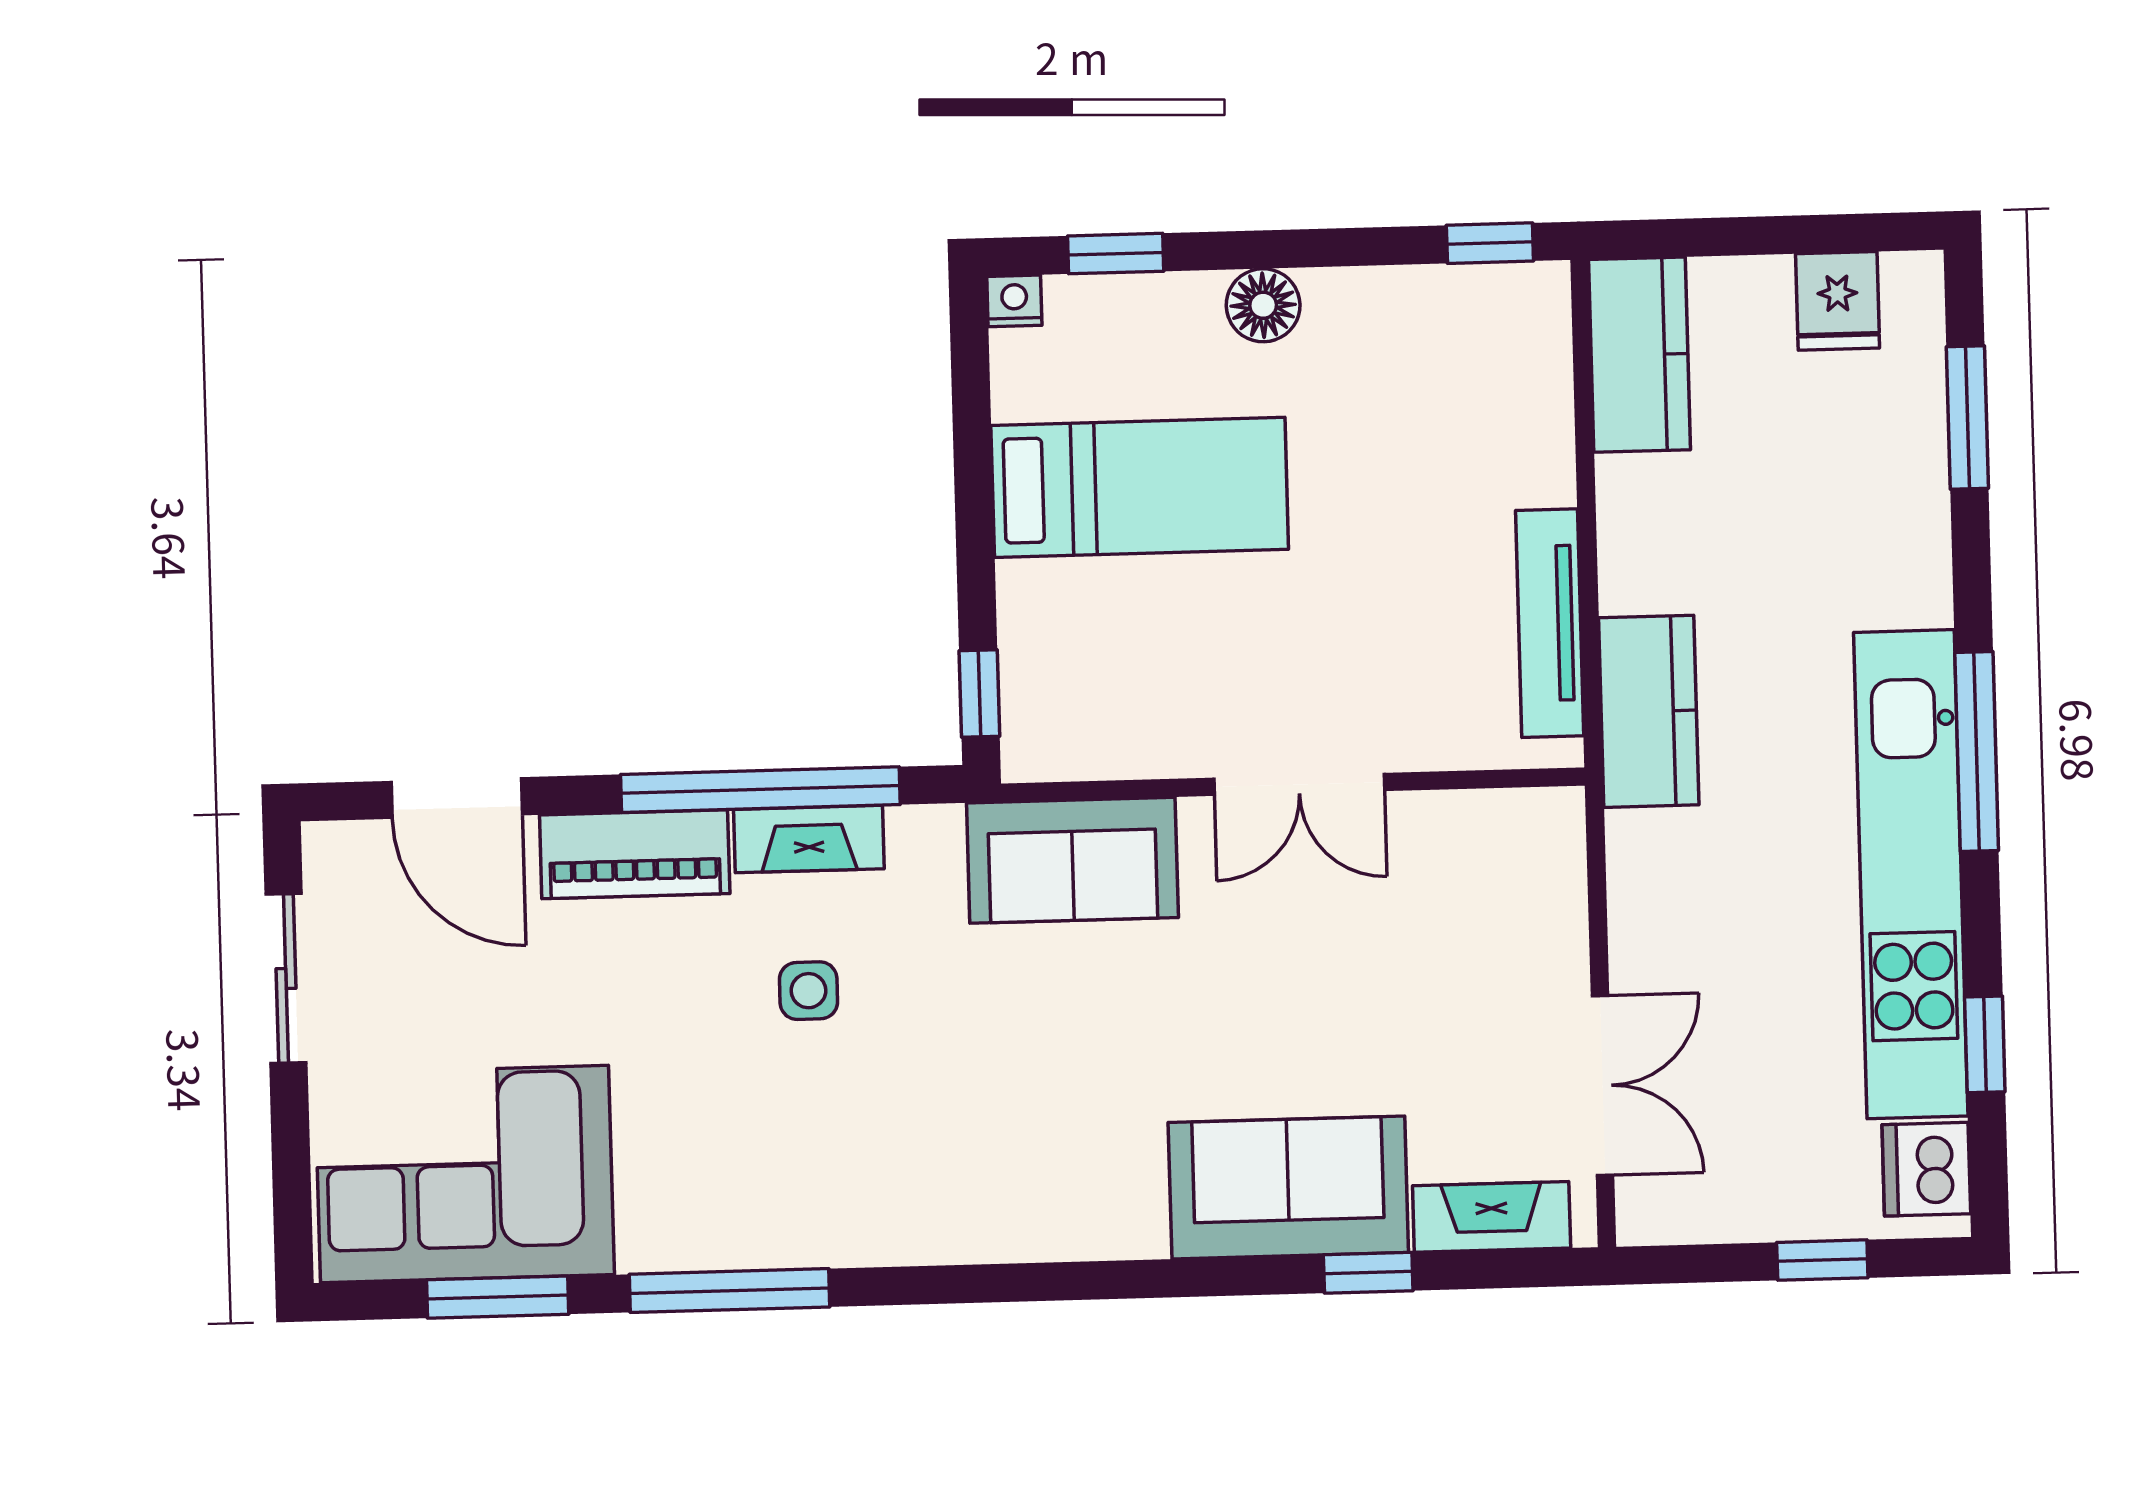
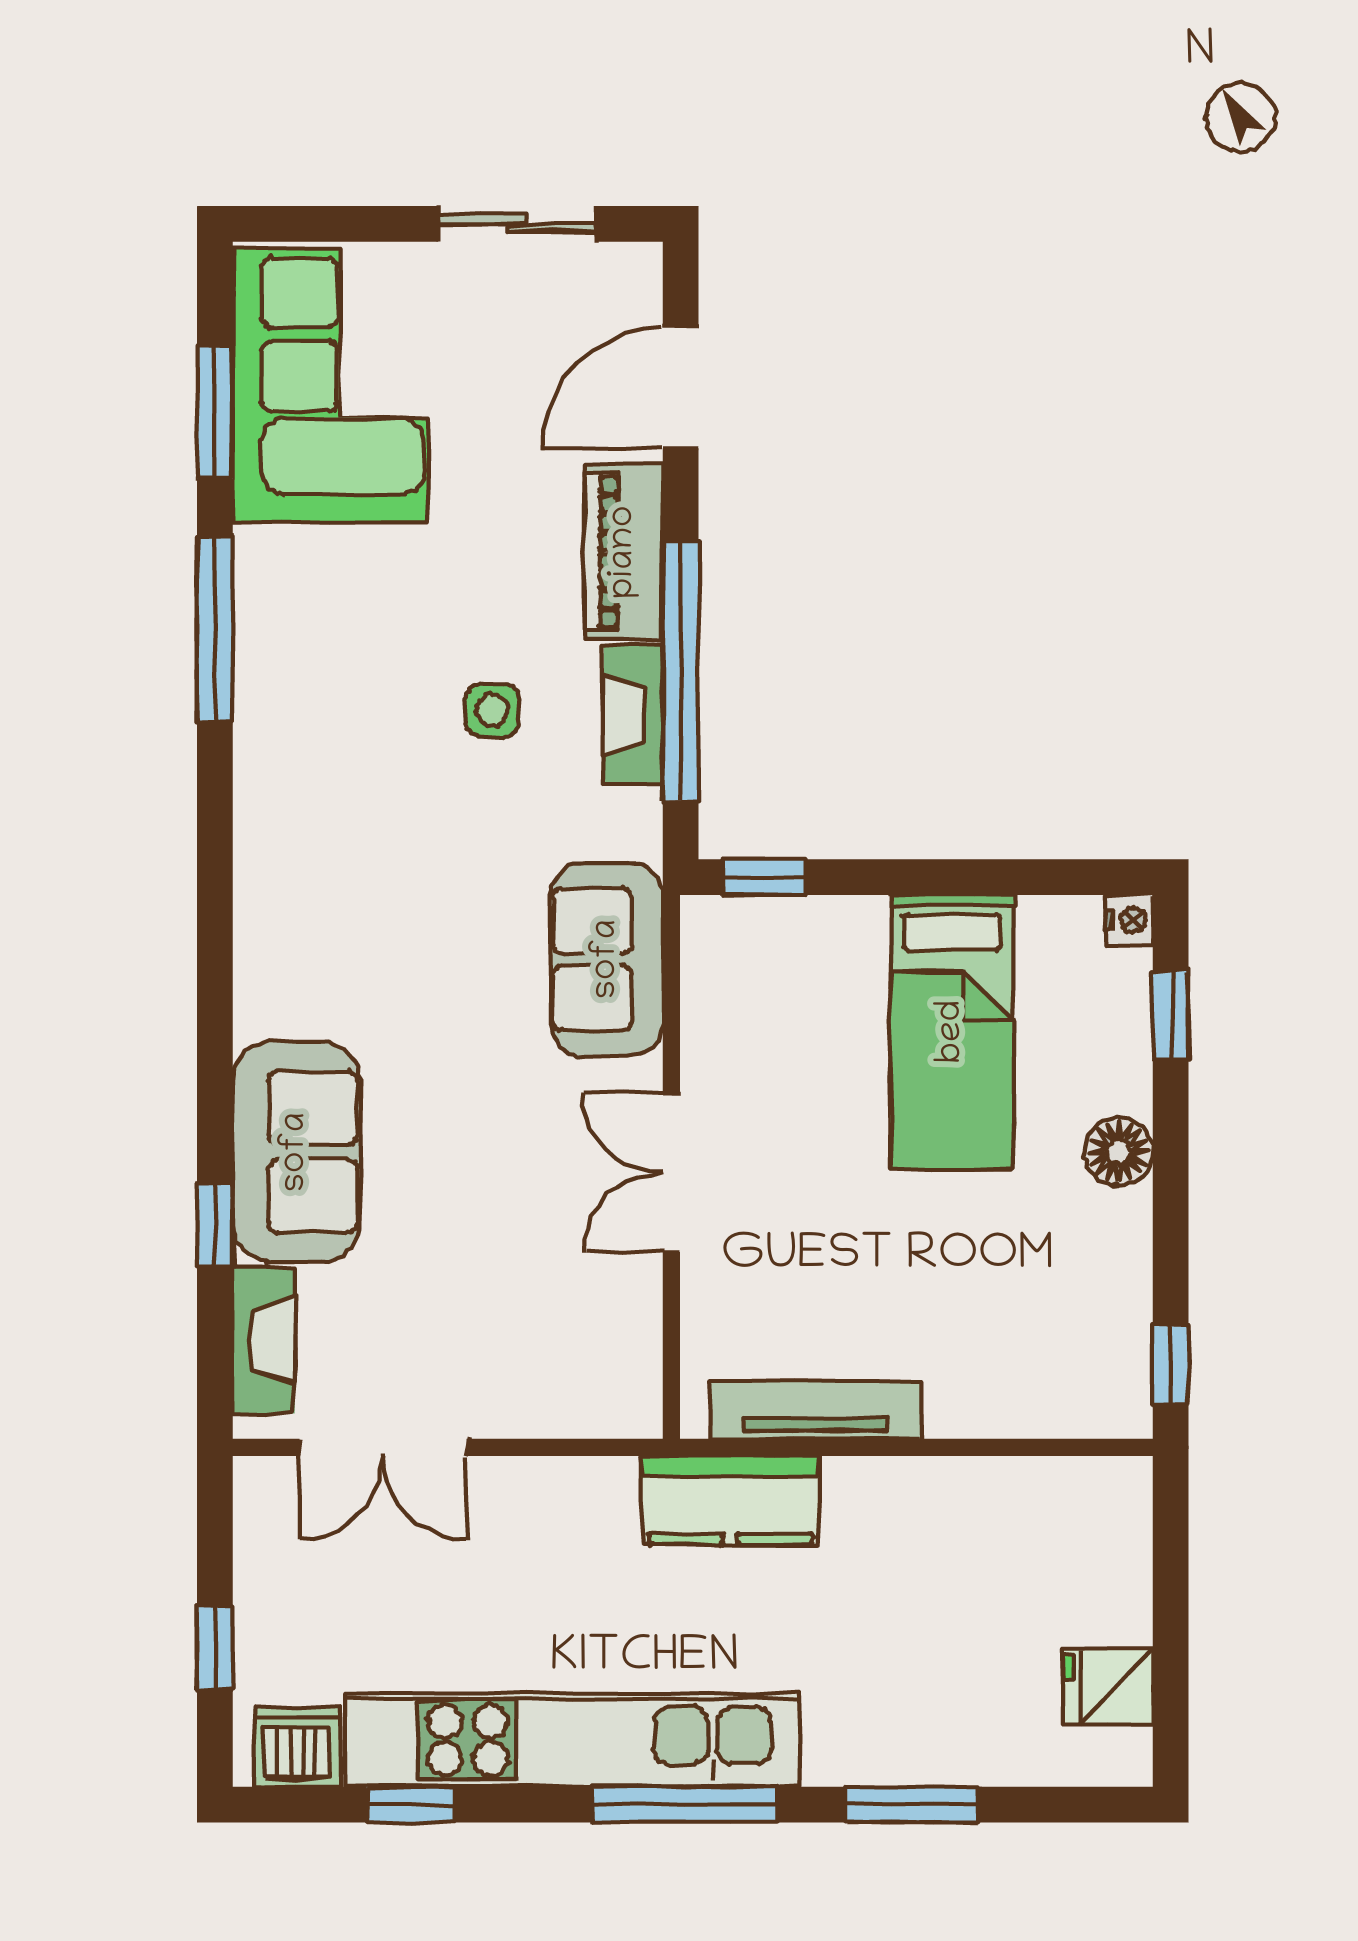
kitchen counter: (1640, 355) -> (1063, 1501), removed
window: (1967, 417) -> (912, 1805), moved

